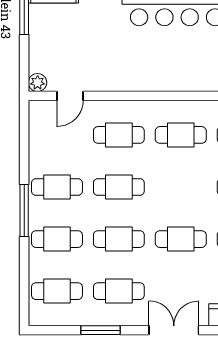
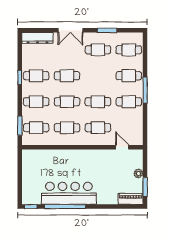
plant: (38, 83) -> (138, 173), moved
door: (70, 96) -> (122, 147), hinge flipped
cafe table: (119, 239) -> (67, 102), moved

